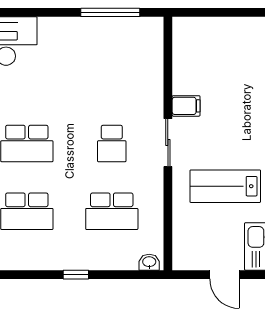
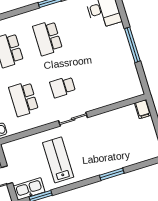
window: (110, 12) -> (132, 45), moved
filing cabinet: (186, 106) -> (143, 109), moved

